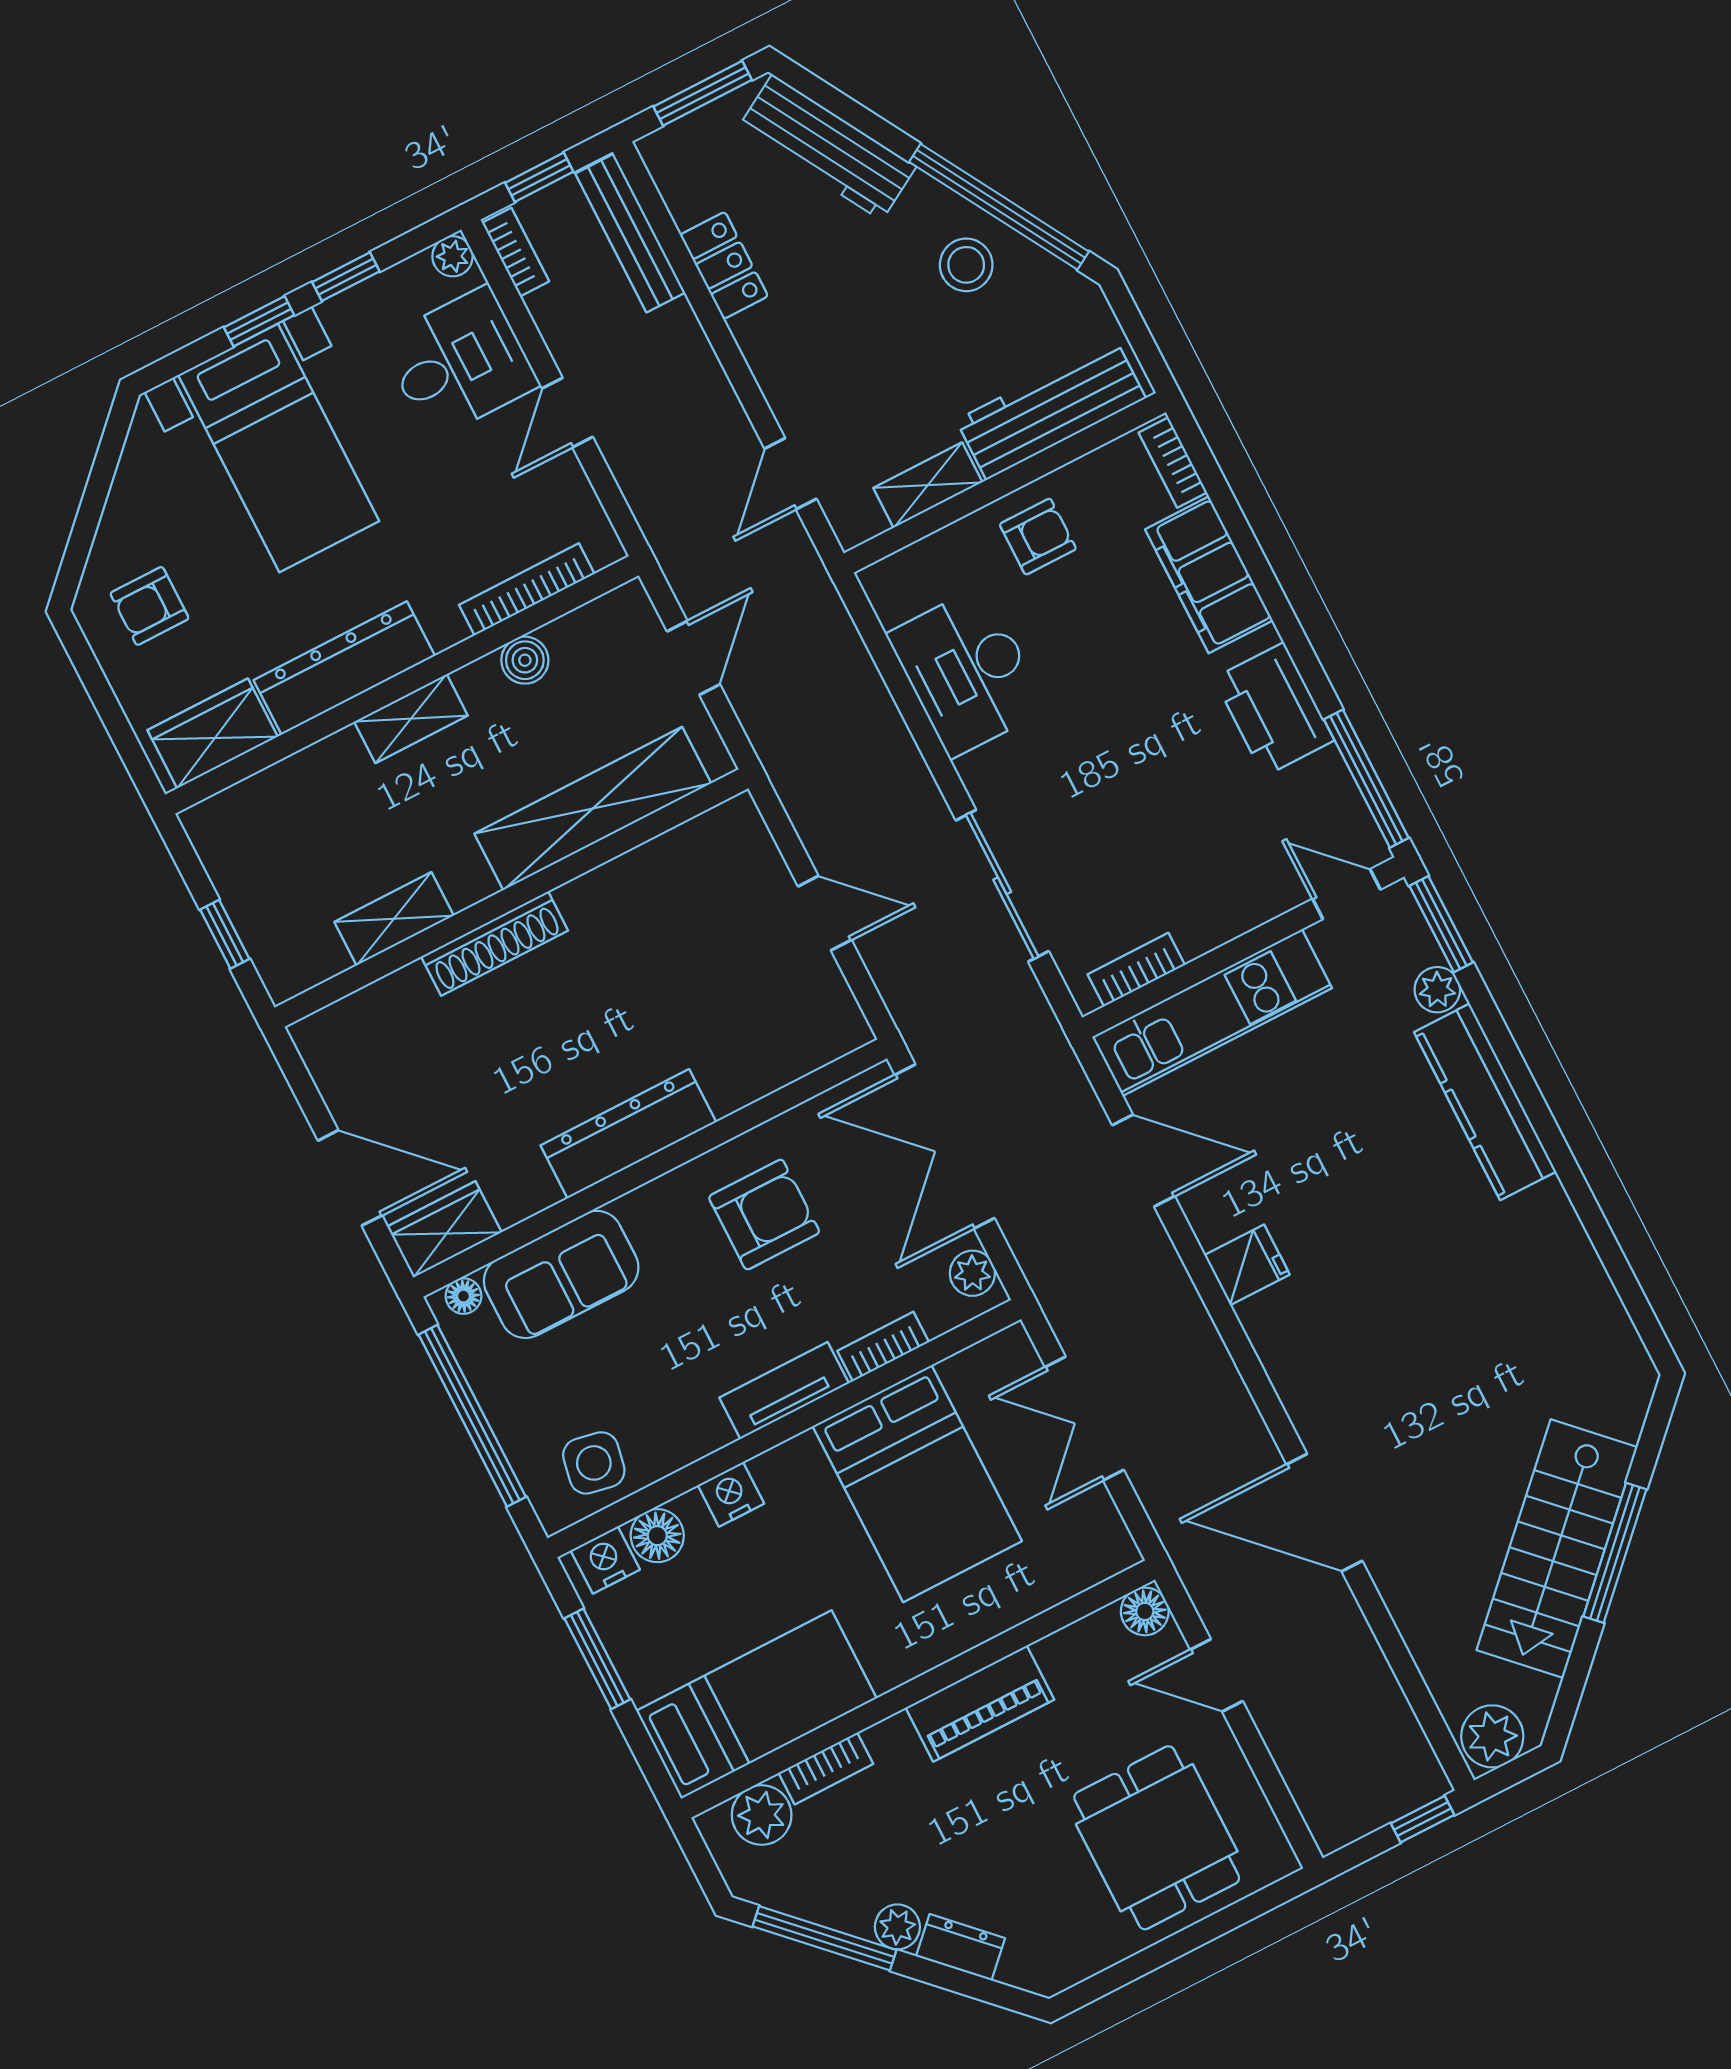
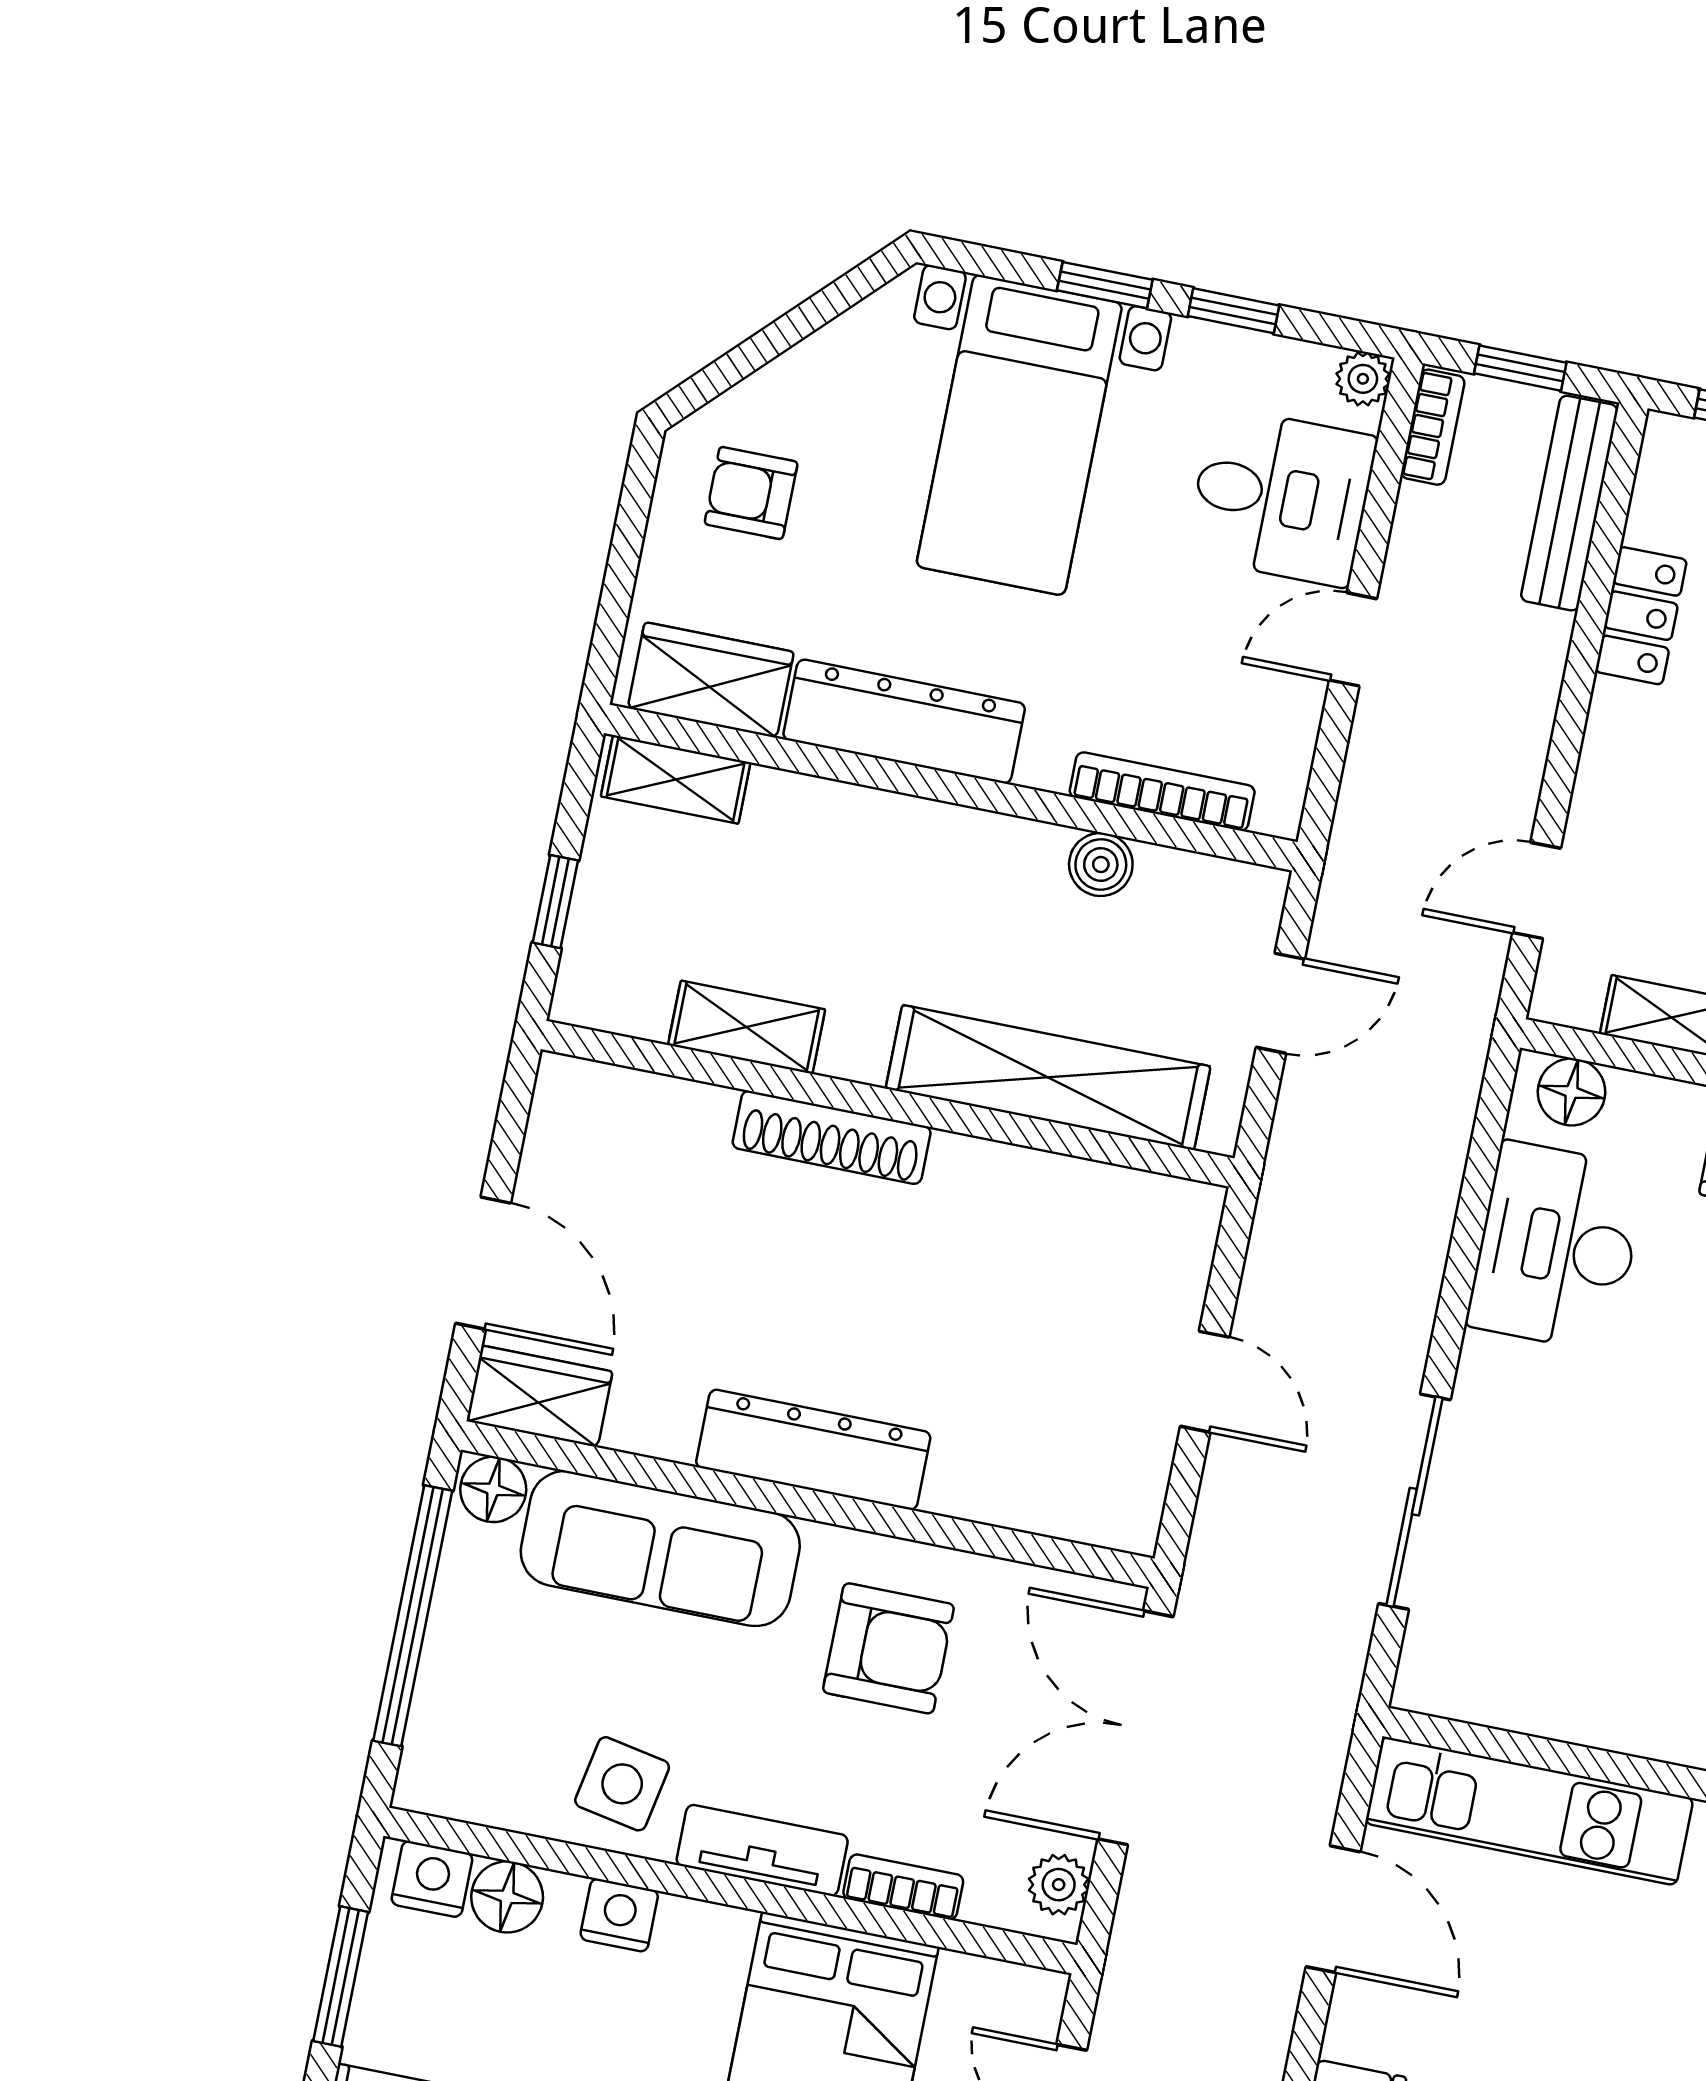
floor lamp: (904, 575) -> (1572, 1092), added
shelving: (411, 719) -> (676, 779), moved
bookcase: (1136, 970) -> (1485, 1702), removed
sofa: (561, 1274) -> (660, 1549), width x1.36
floor lamp: (463, 1296) -> (493, 1489), width x1.37, depth x1.37
side table: (594, 1463) -> (622, 1784), moved

